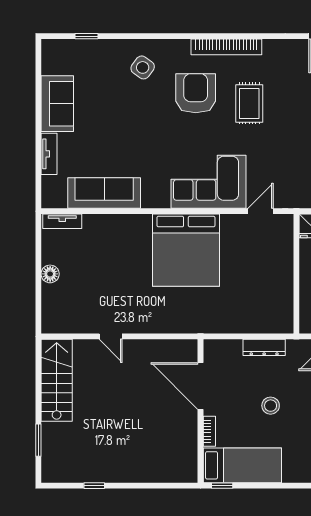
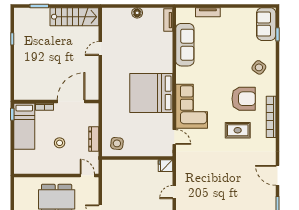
sofa: (57, 104) -> (266, 24), moved, turned 90
side table: (272, 308) -> (117, 143), added

